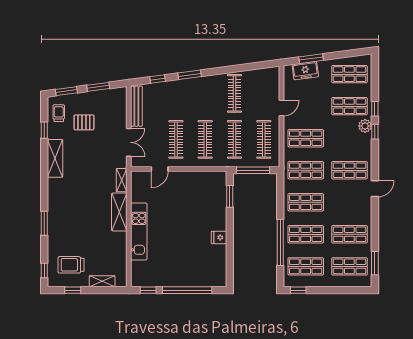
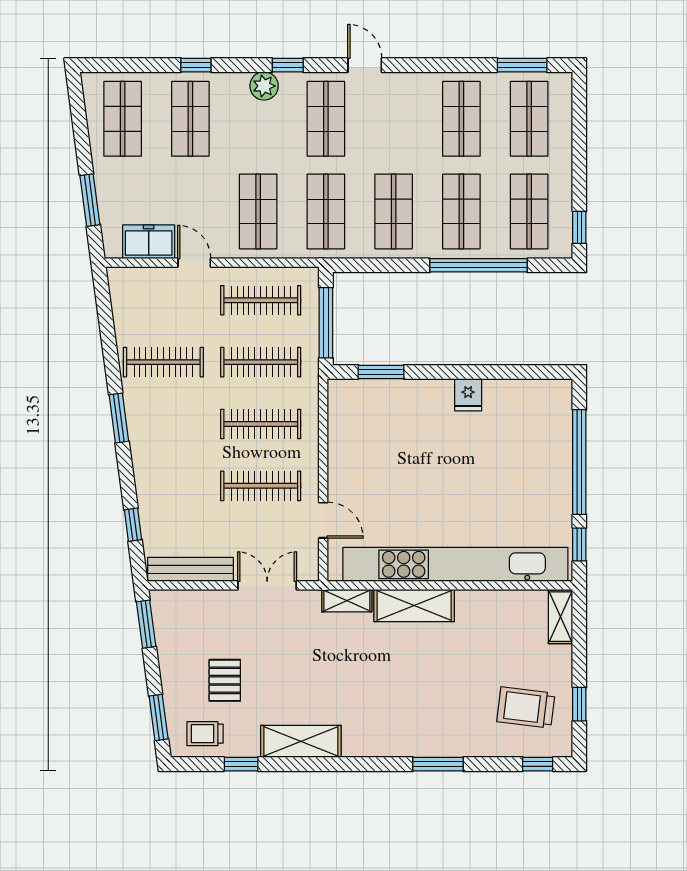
freezer: (305, 71) -> (149, 242), moved, turned -82
window: (190, 75) -> (119, 418), moved
window: (98, 87) -> (146, 624), moved
plant: (365, 126) -> (264, 86), moved
window: (375, 132) -> (288, 65), moved
kitchen unit: (139, 231) -> (455, 564), width x1.86
trolley: (71, 265) -> (526, 708), turned 97
shelving: (102, 281) -> (561, 617), moved

